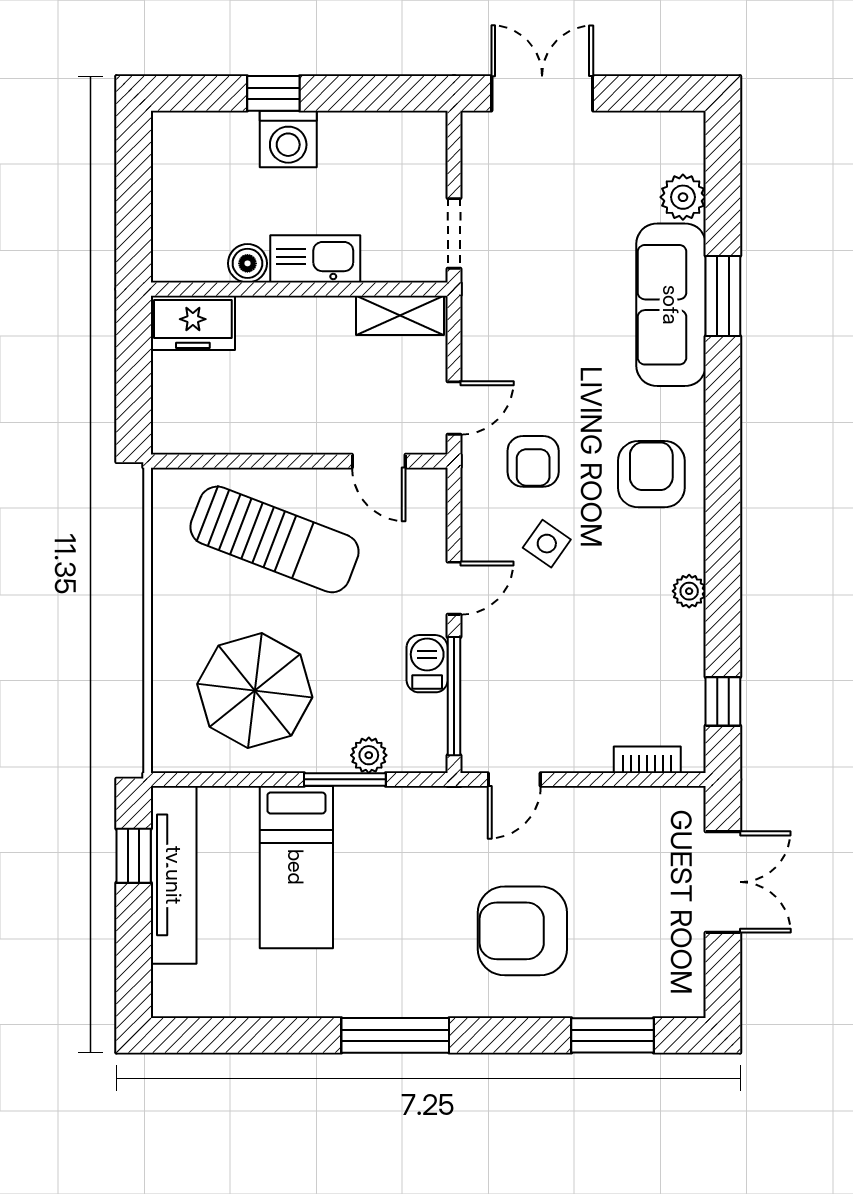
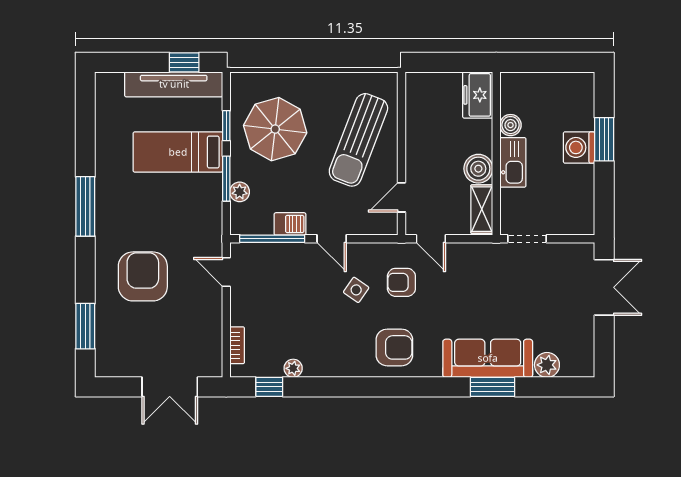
window: (273, 93) -> (604, 139), width x1.50
boiler: (327, 322) -> (478, 169), added
plant: (689, 591) -> (293, 368), moved
window: (249, 779) -> (226, 126), added

